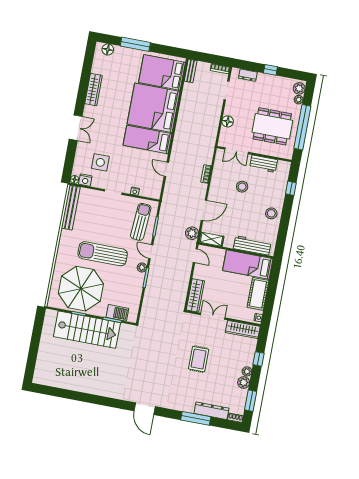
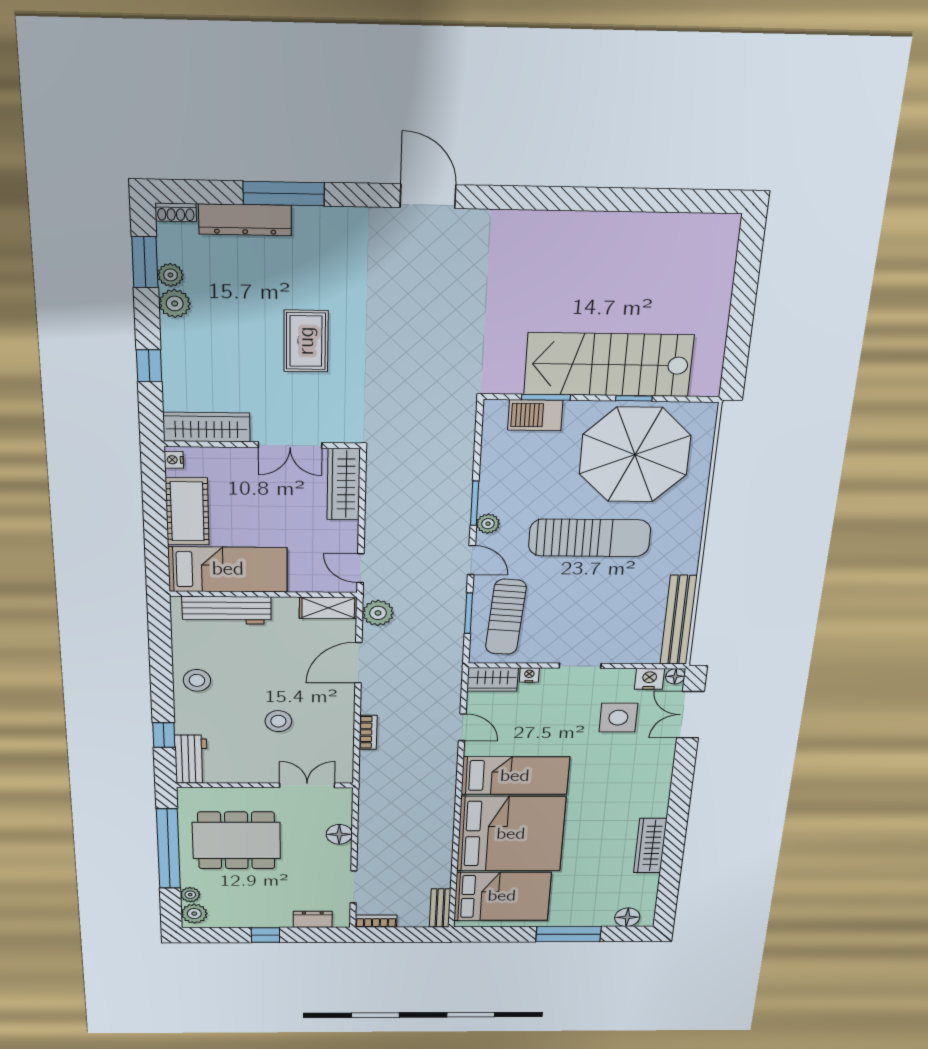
double door: (76, 128) -> (690, 715), moved
workbench: (264, 164) -> (191, 759), moved, turned 90
wardrobe: (150, 192) -> (492, 679), added
plant: (247, 371) -> (170, 275), moved

